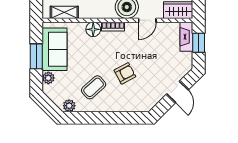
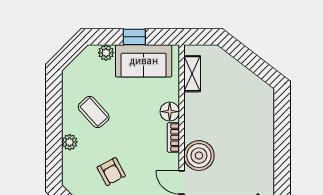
window: (36, 56) -> (134, 37), width x0.67
armchair: (125, 73) -> (111, 172), moved
plant: (69, 106) -> (70, 142), moved

